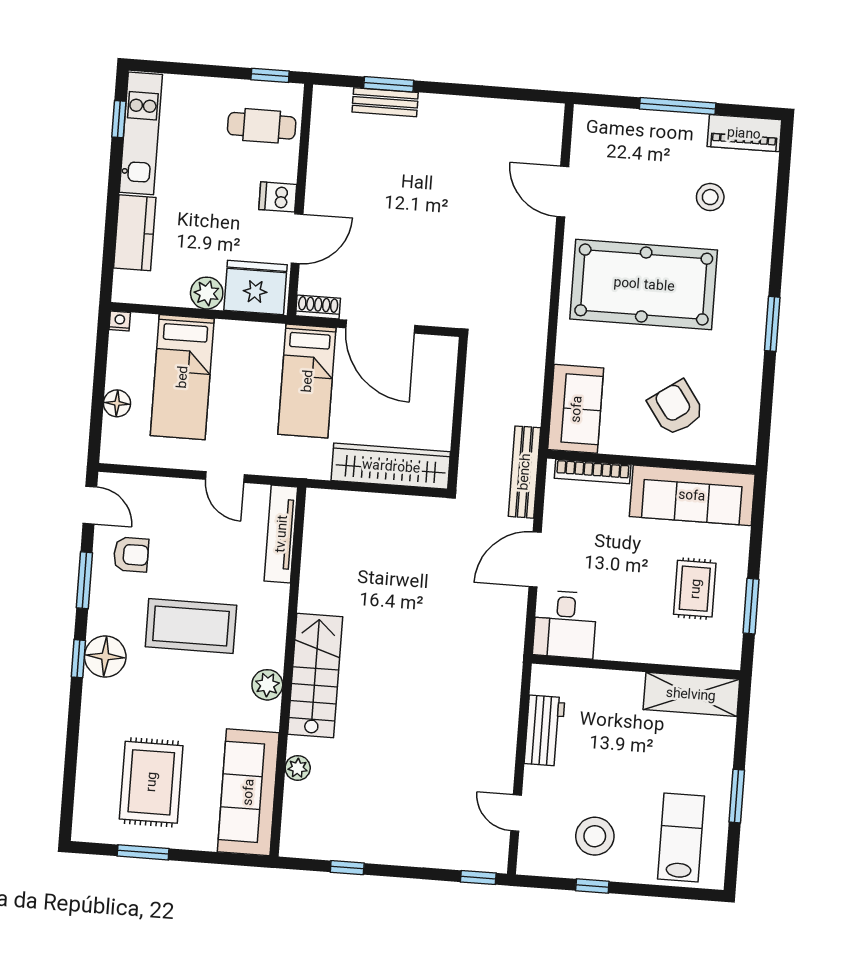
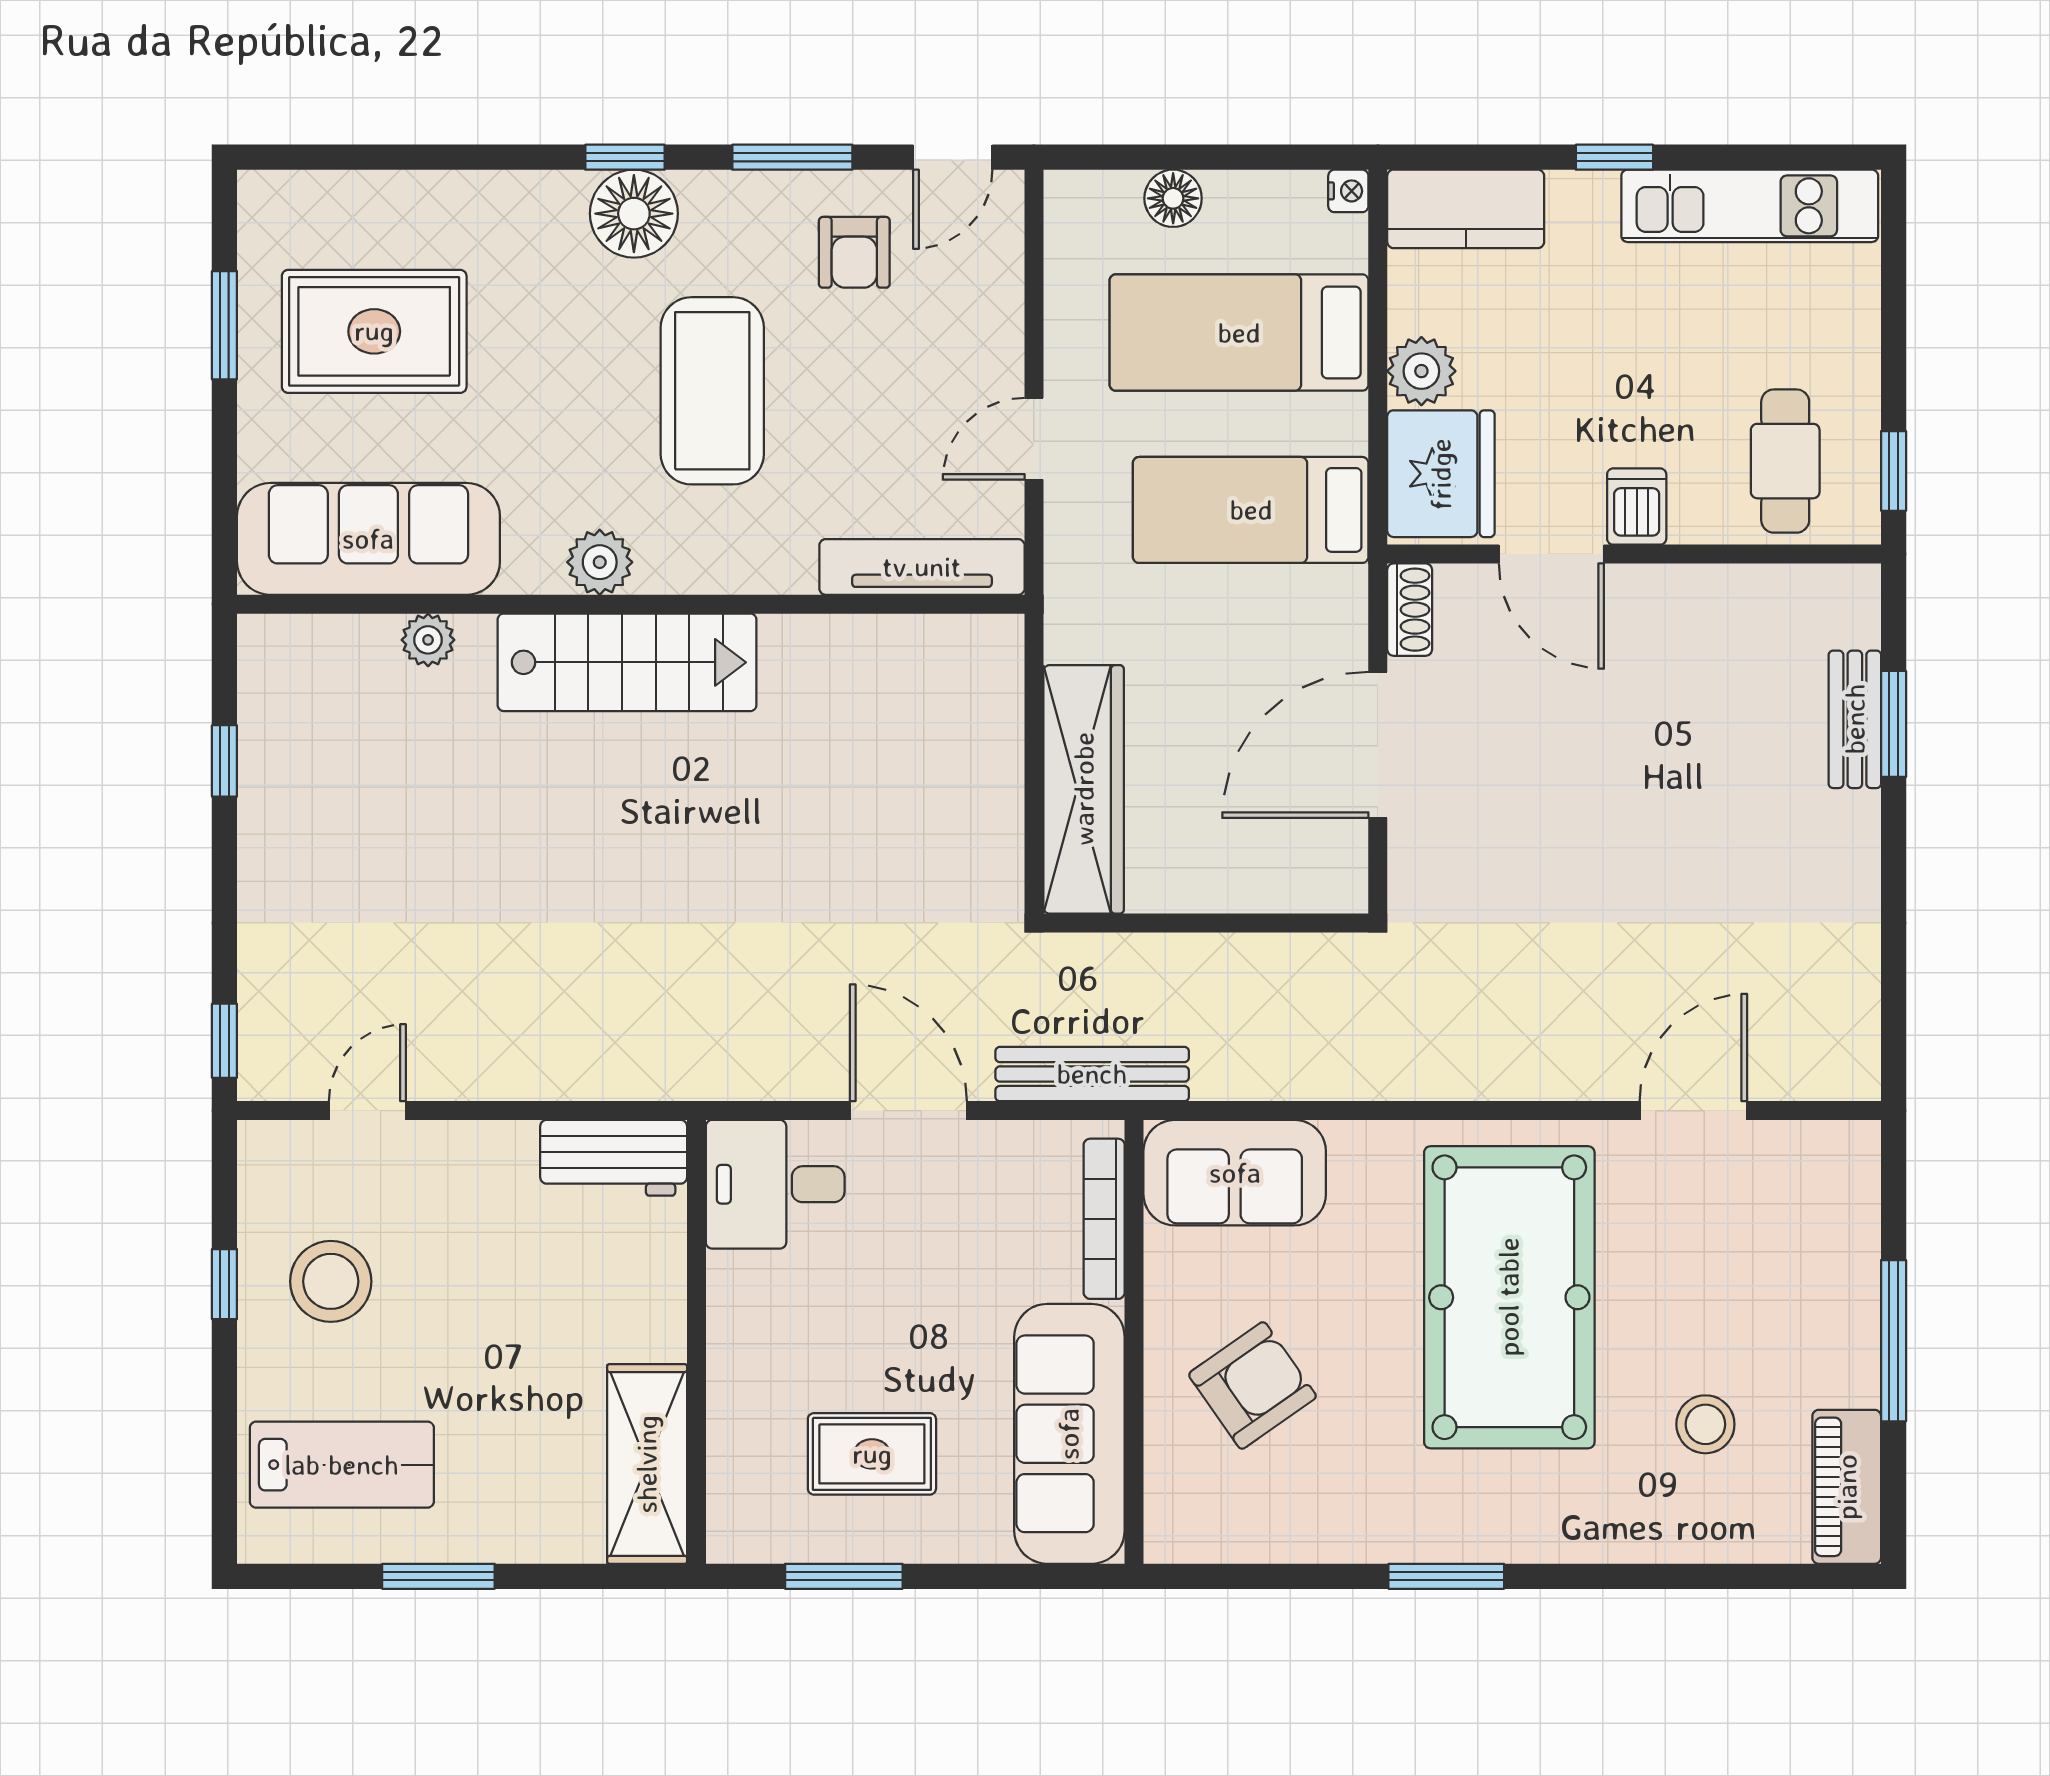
window: (119, 119) -> (1614, 157), moved
kitchen counter: (135, 233) -> (1466, 209), moved
bed: (307, 381) -> (1251, 510), moved
workbench: (544, 731) -> (614, 1158), moved

